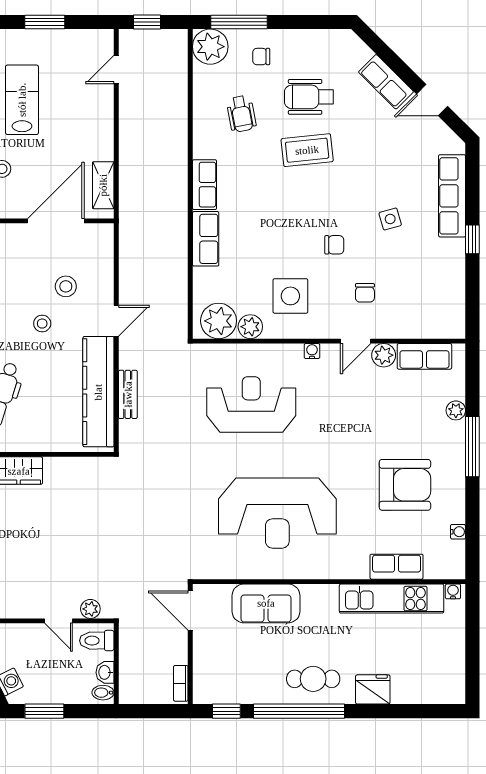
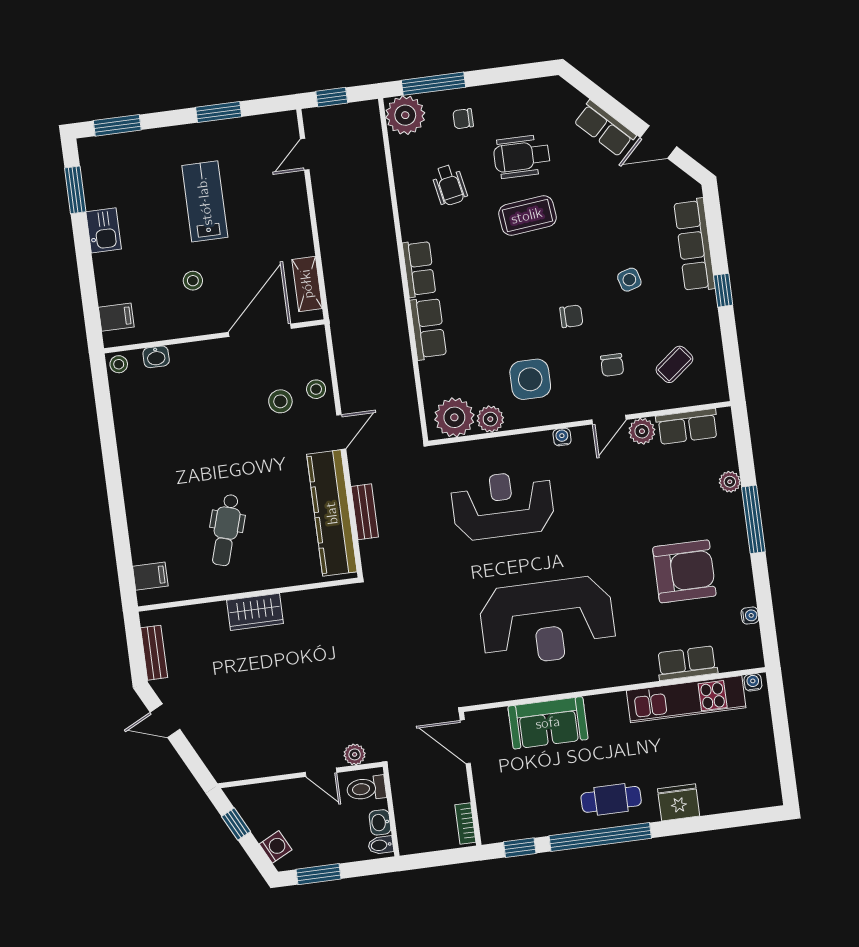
coffee table: (420, 300) -> (674, 364), added
stool: (42, 324) -> (316, 389), moved

